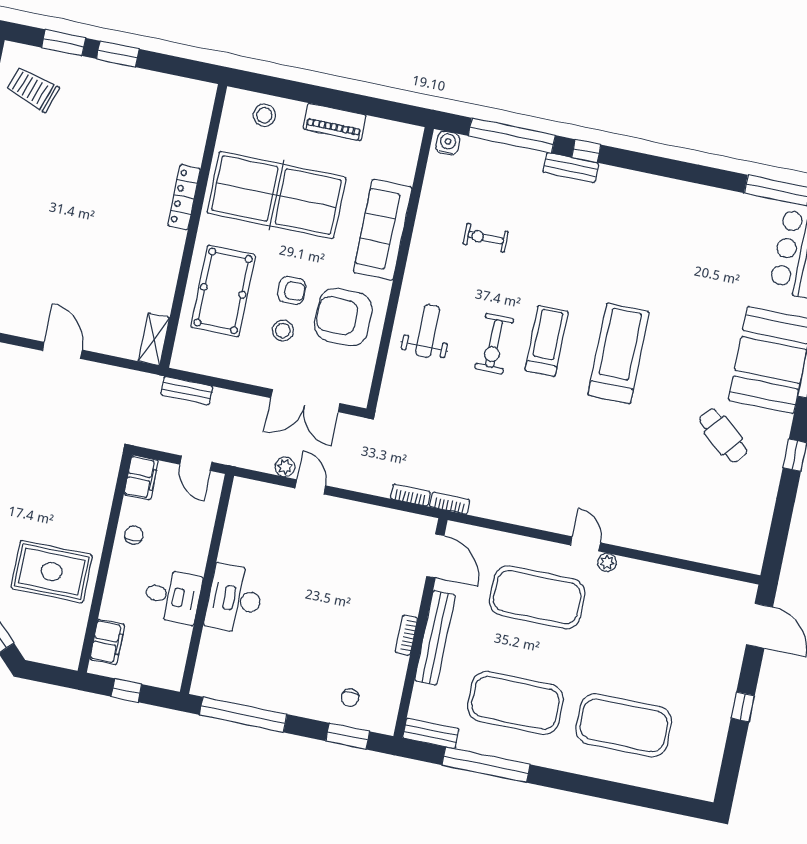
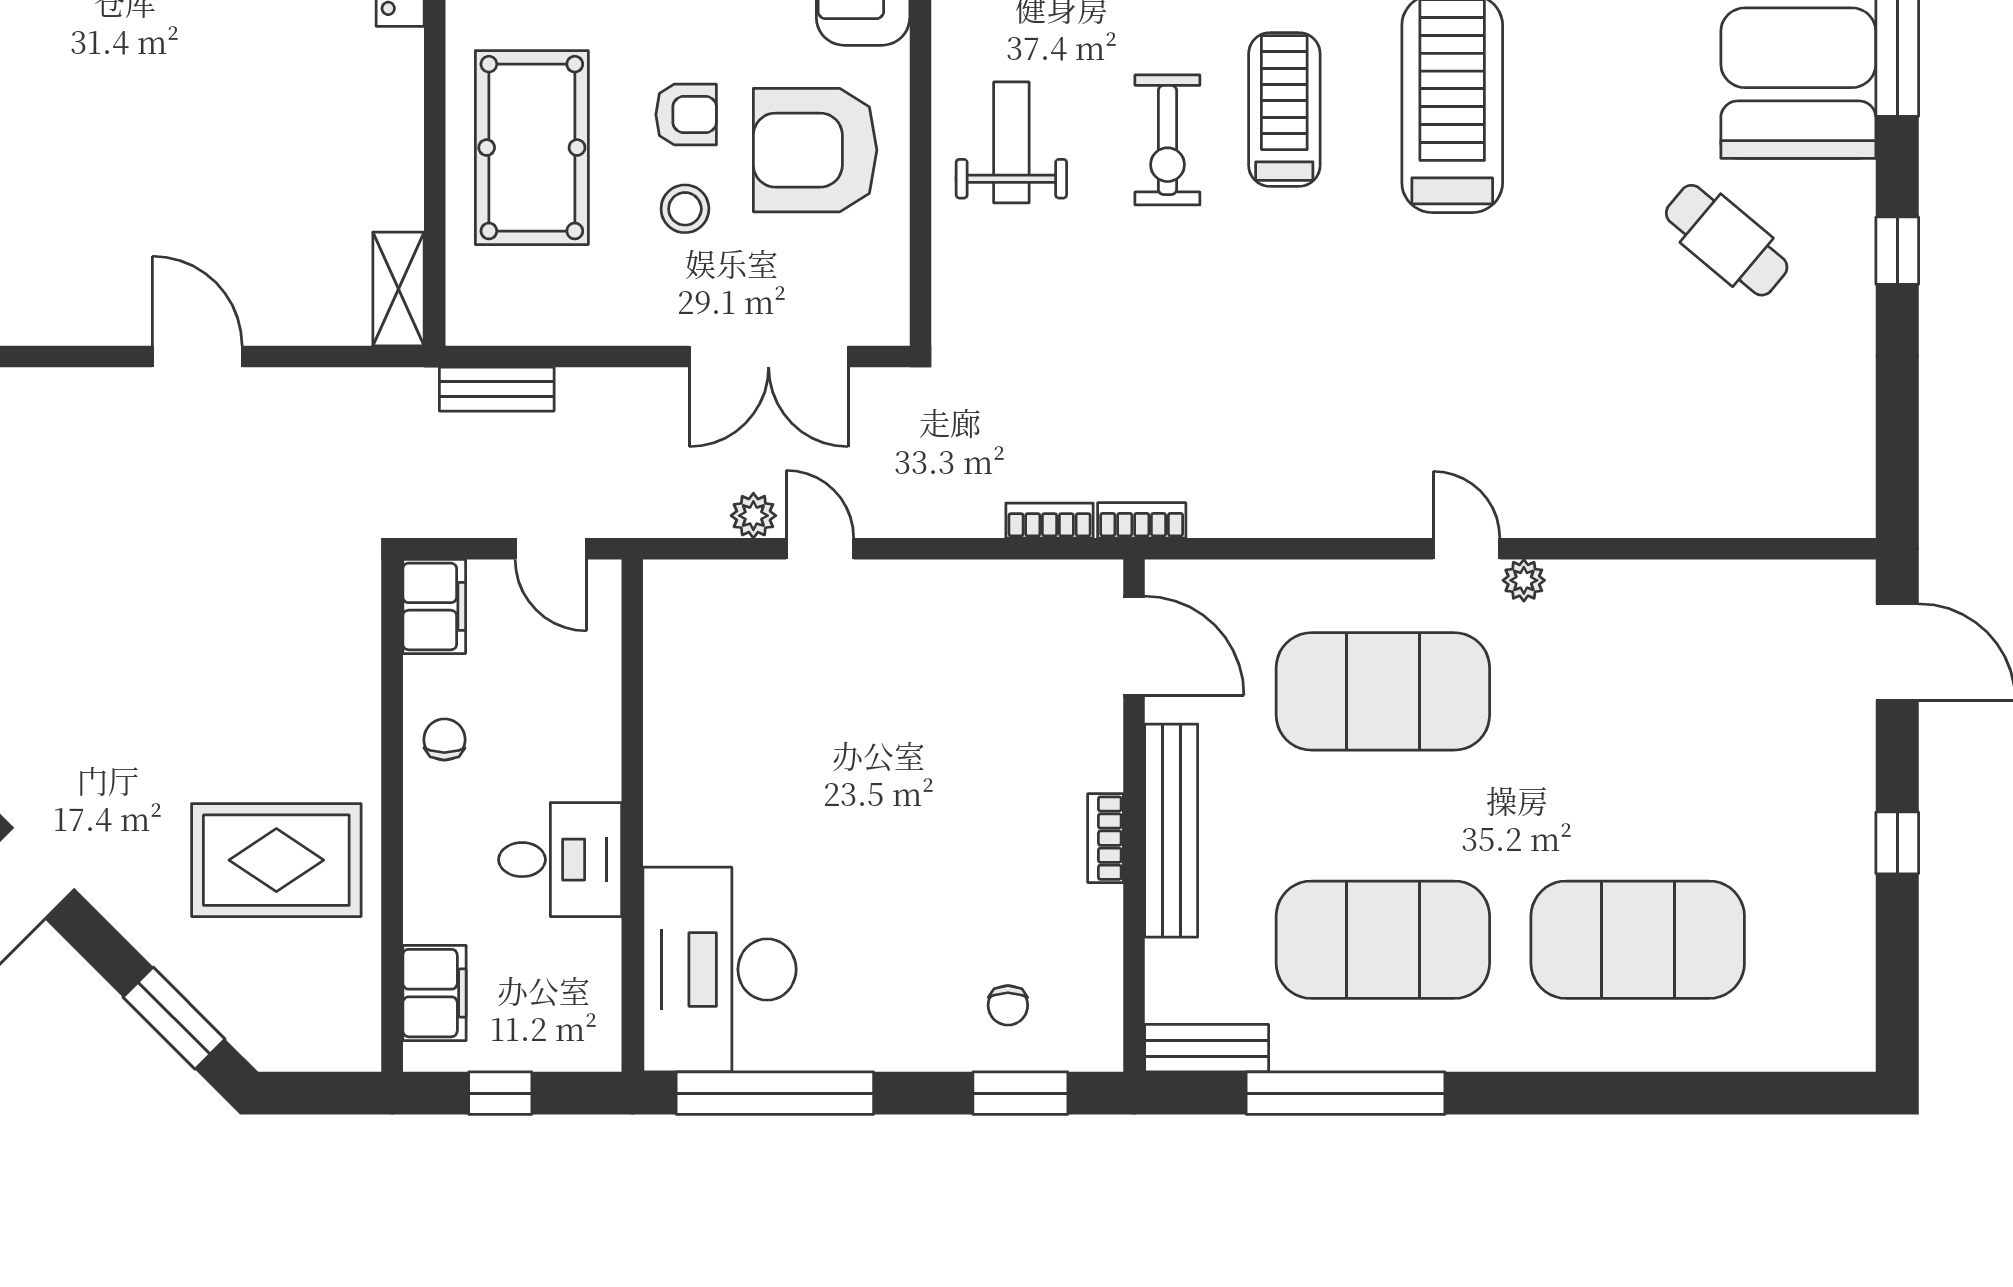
desk: (235, 599) -> (720, 969), moved, width x1.36, depth x1.30

